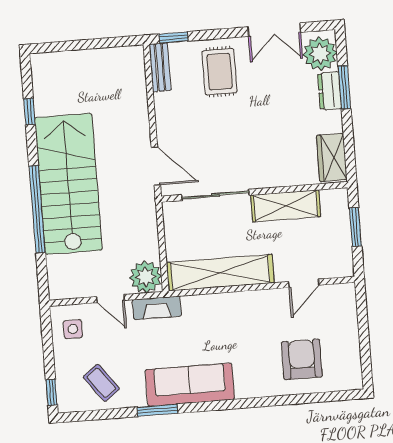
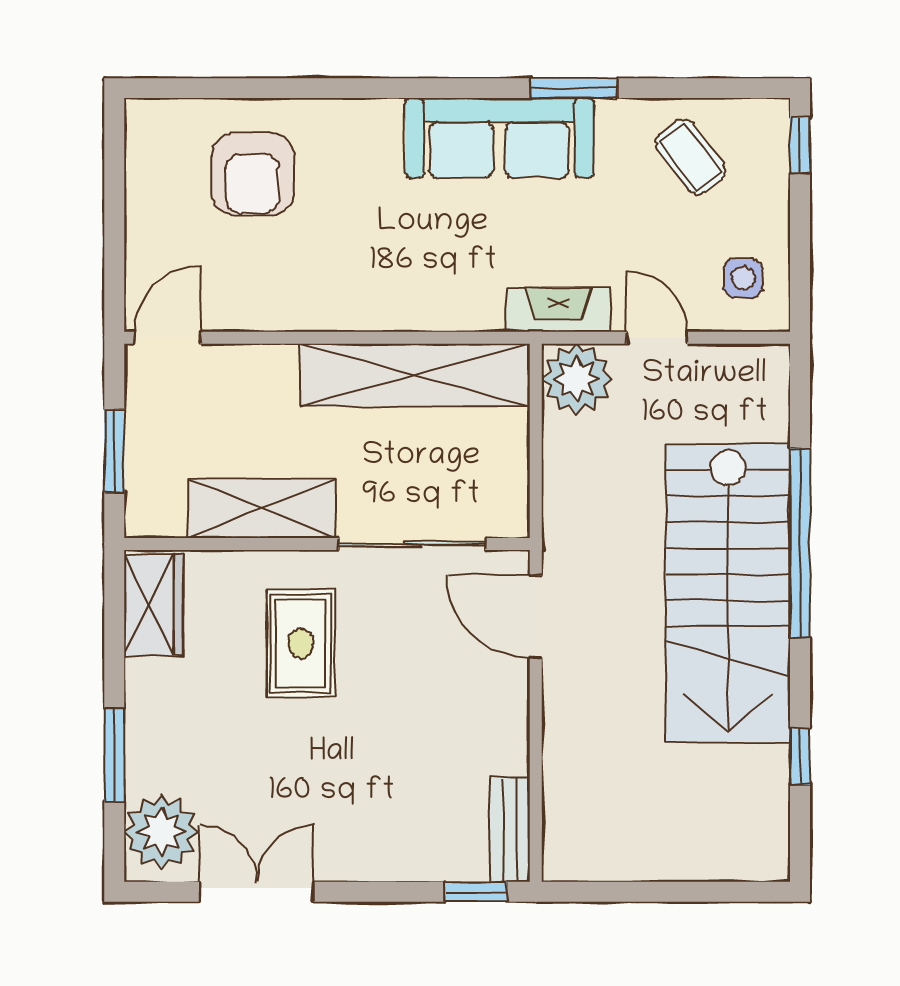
rug: (219, 72) -> (301, 643), moved
dresser: (329, 91) -> (147, 750), removed
door: (304, 283) -> (167, 338), moved

